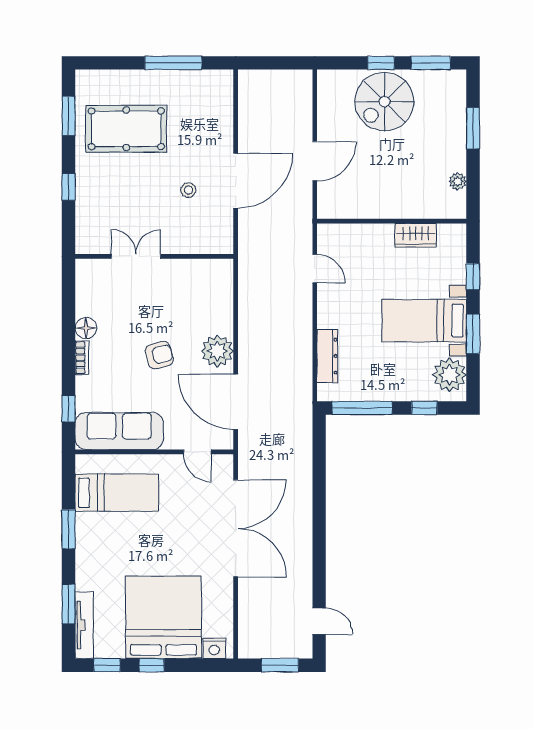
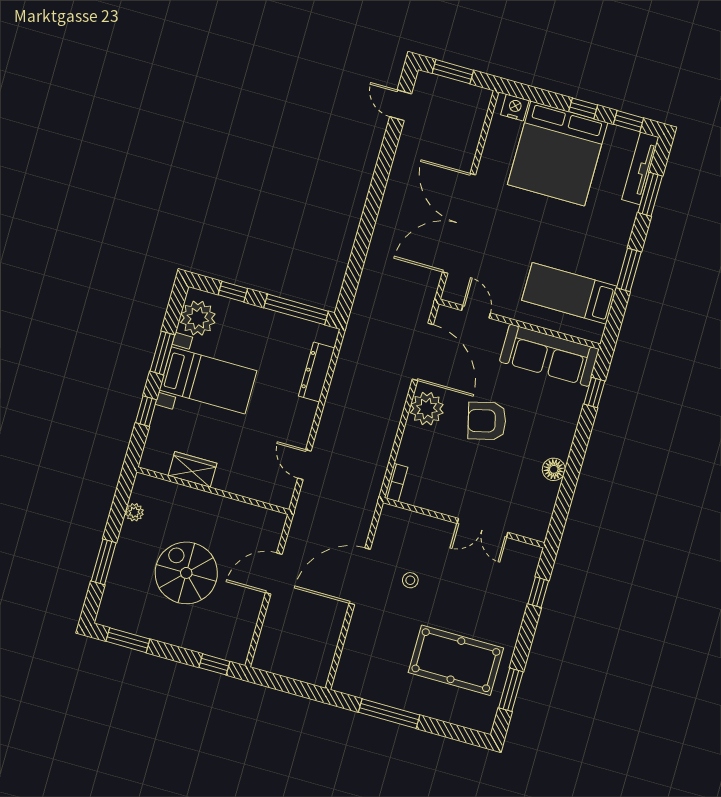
window: (381, 63) -> (214, 664), moved
spiral stairs: (384, 102) -> (186, 573), moved, turned -90
window: (69, 187) -> (538, 592), moved
armchair: (159, 355) -> (487, 421), width x1.38, depth x1.38
bookcase: (82, 358) -> (396, 483), moved, turned 180

